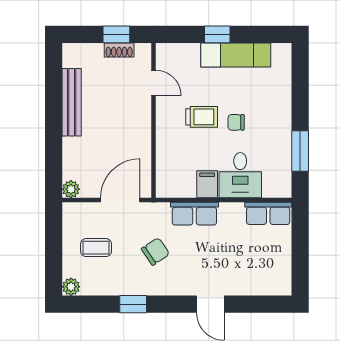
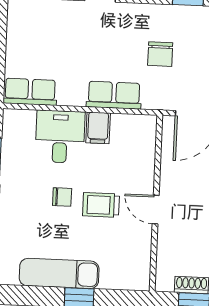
door: (153, 83) -> (156, 210), moved
chair: (155, 251) -> (160, 54), turned -56

